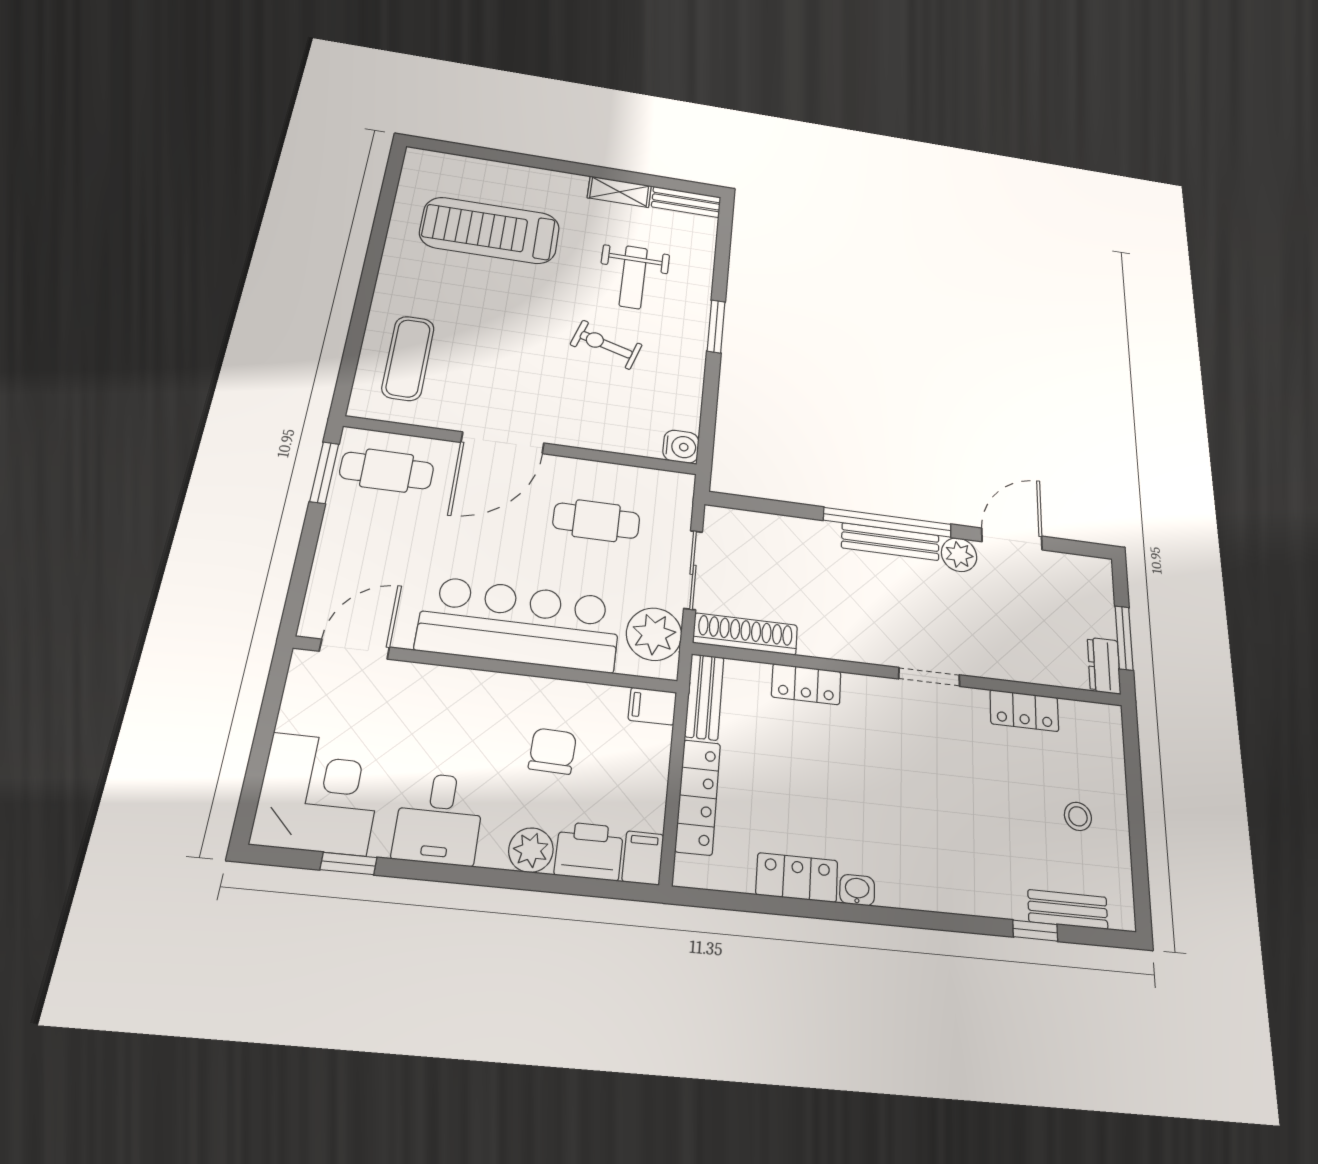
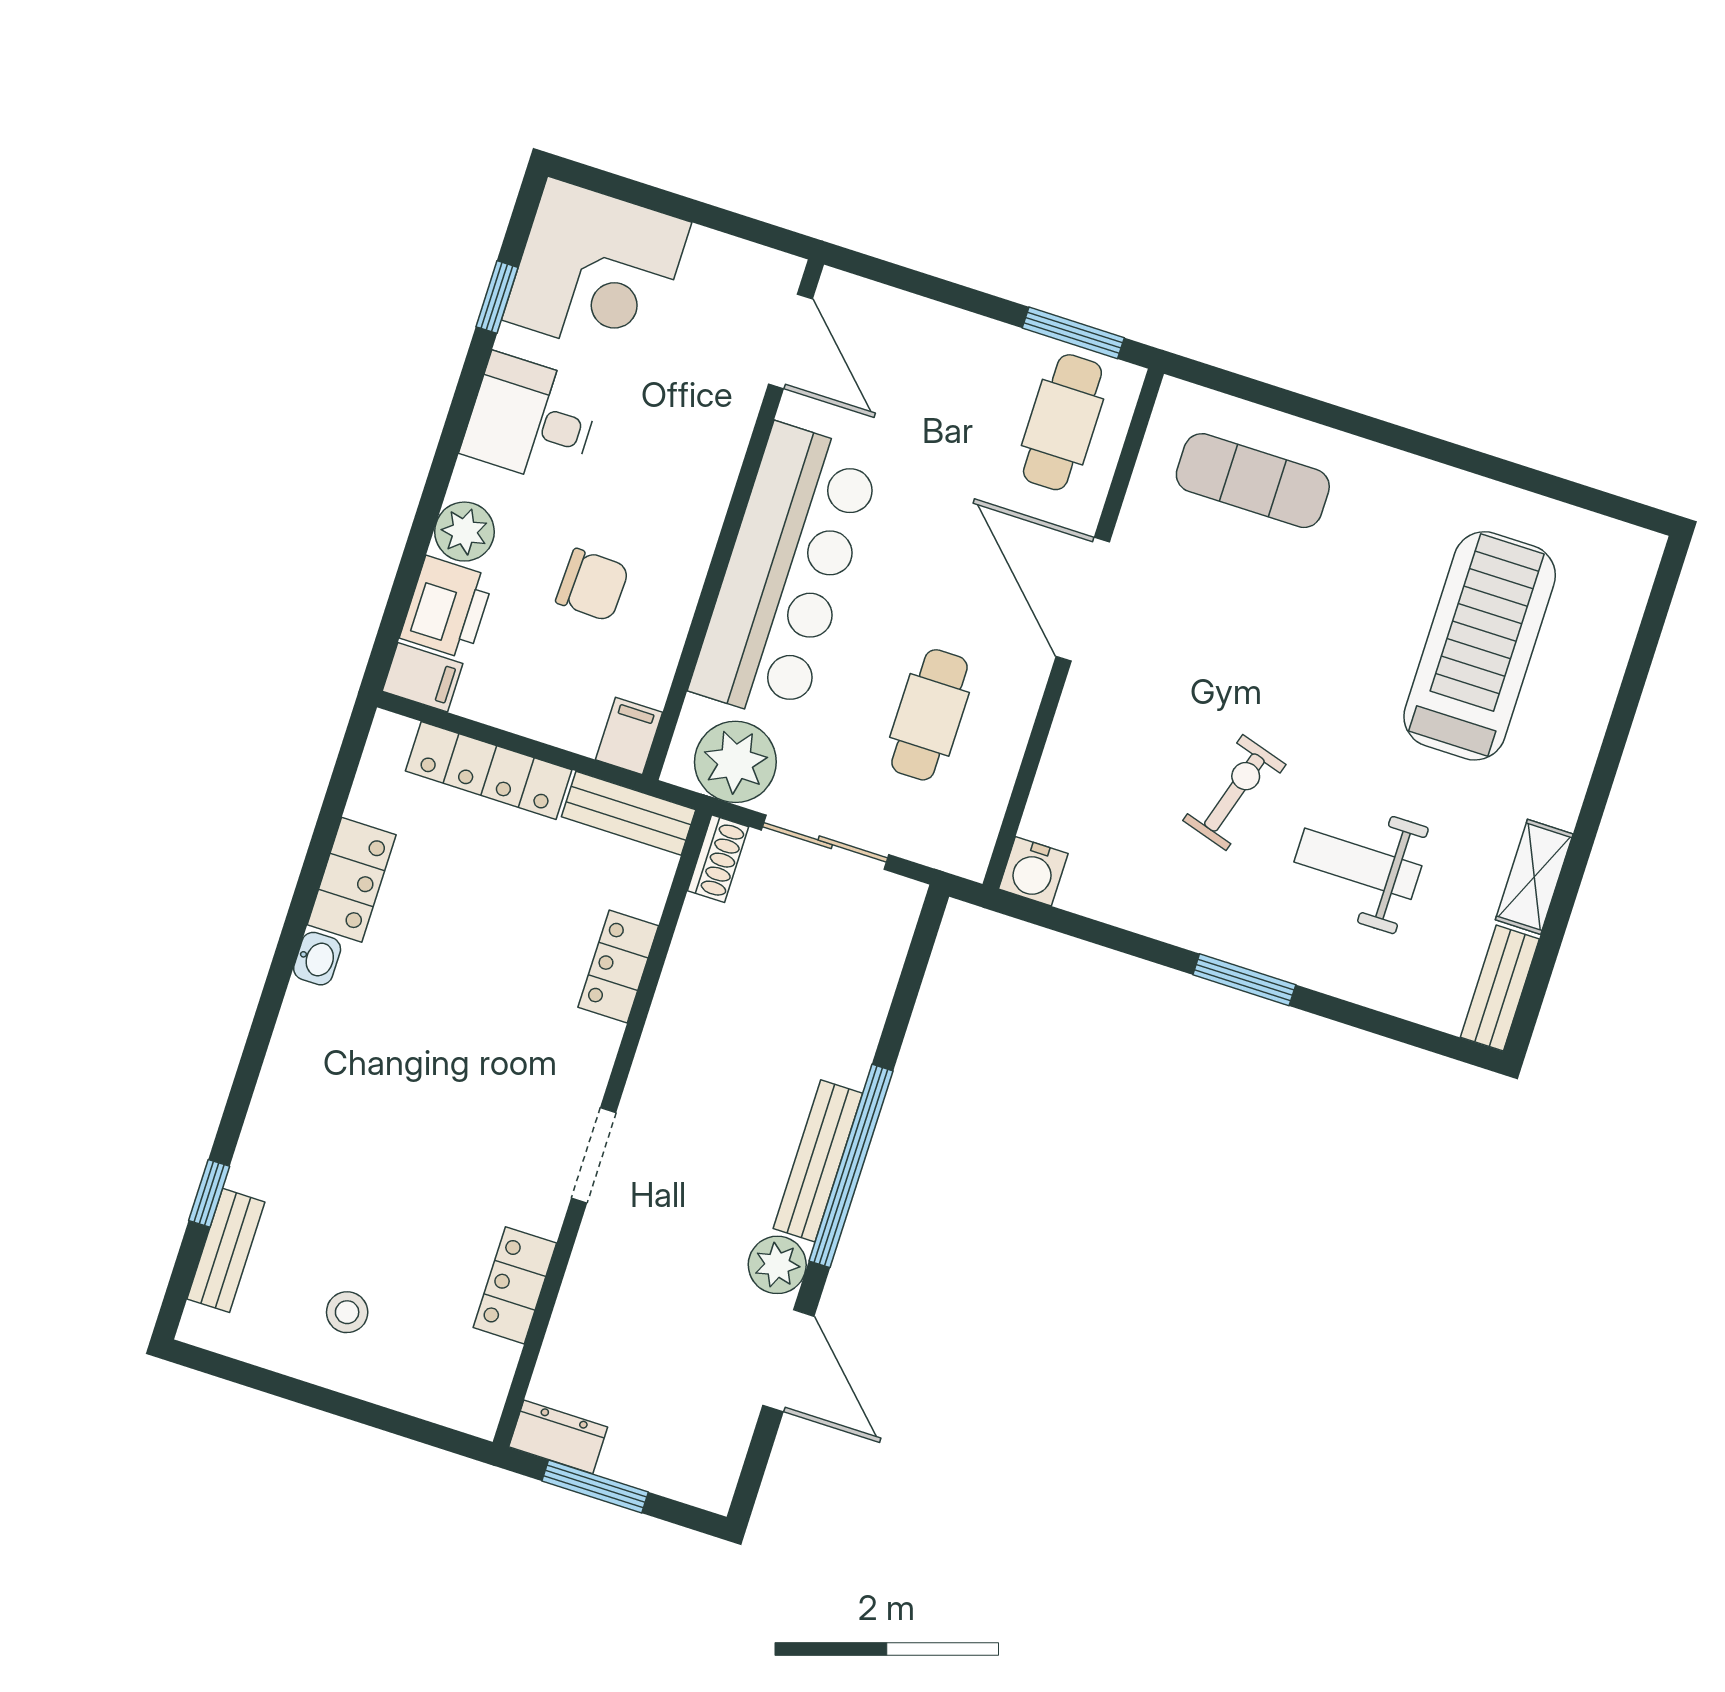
shoe rack: (745, 634) -> (718, 859), width x0.51, depth x0.81

